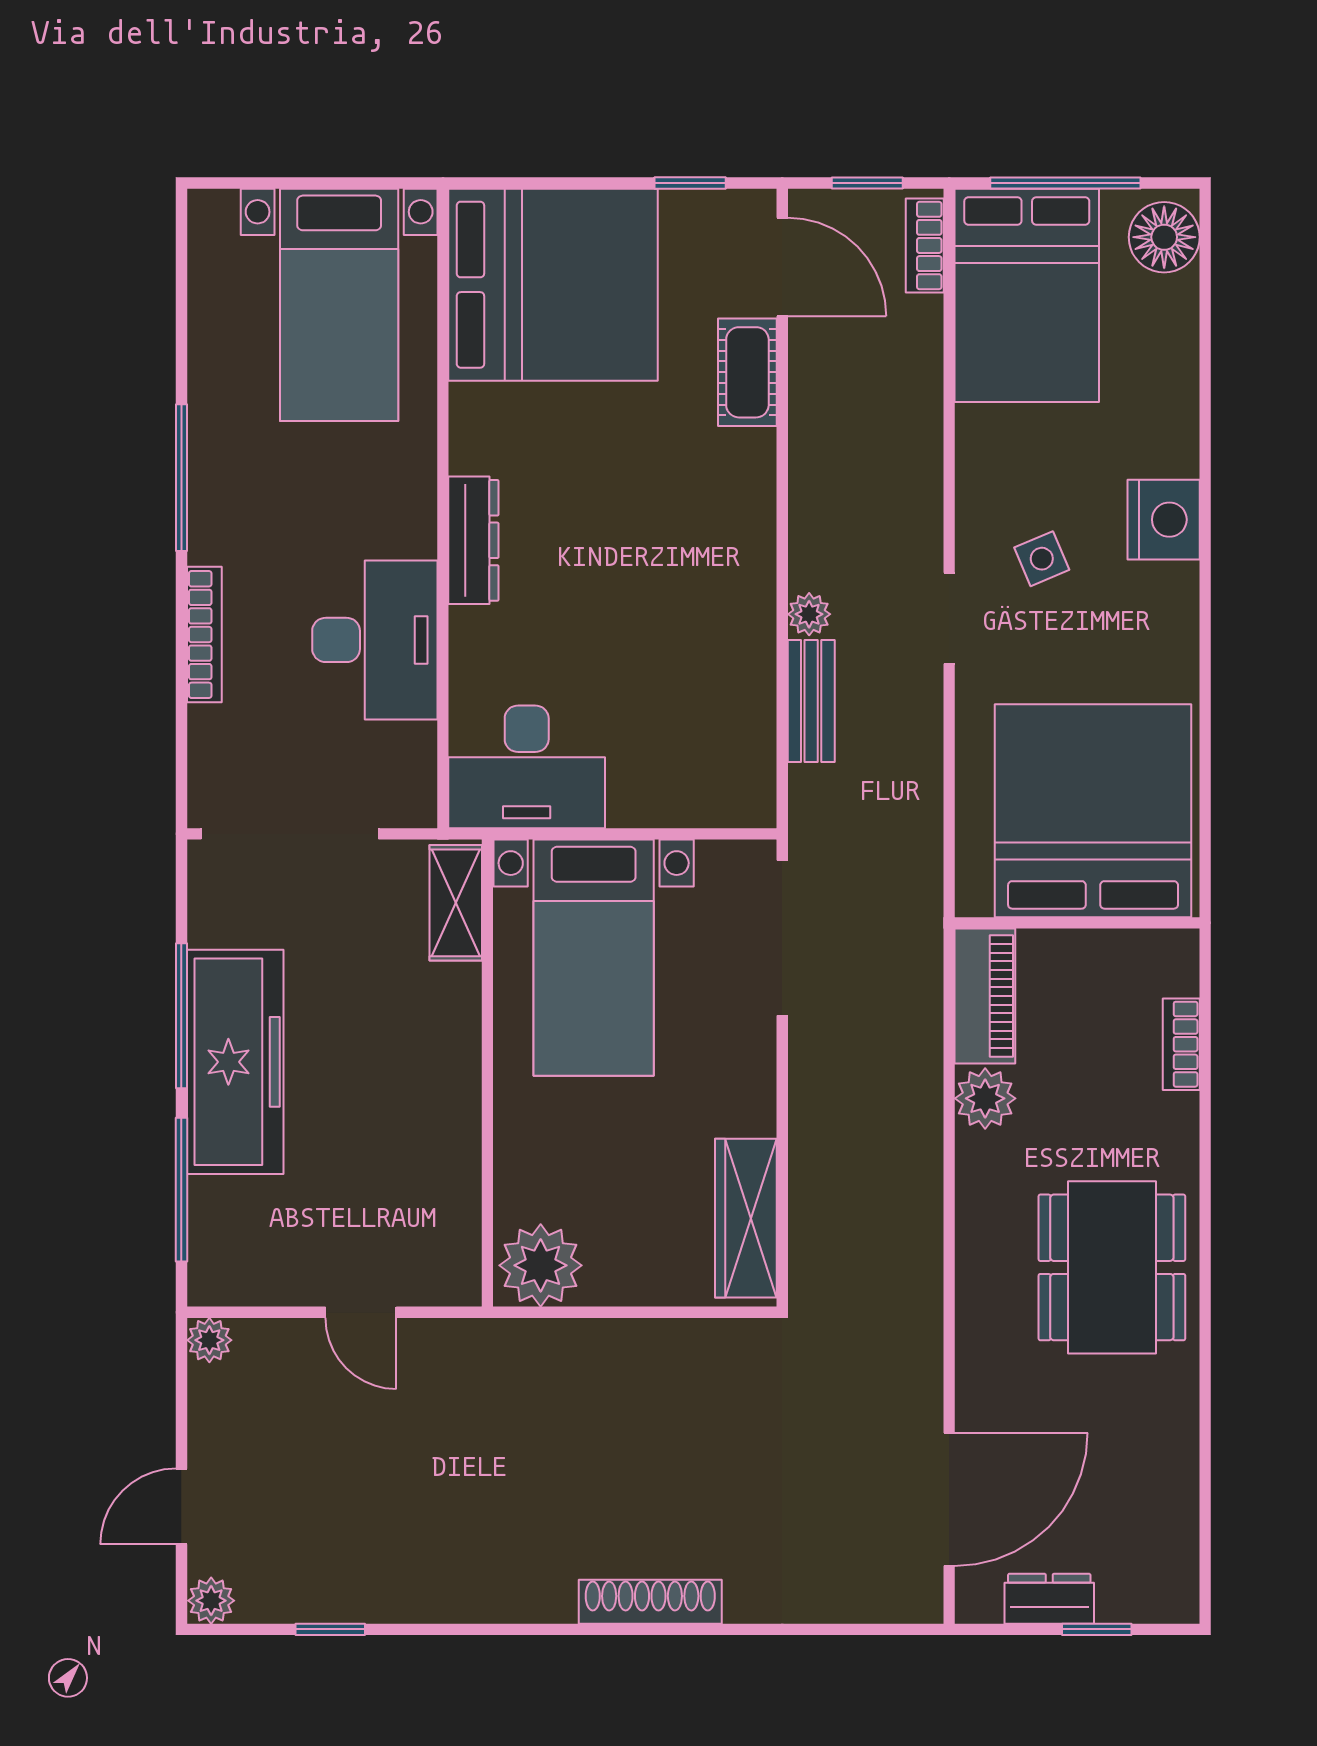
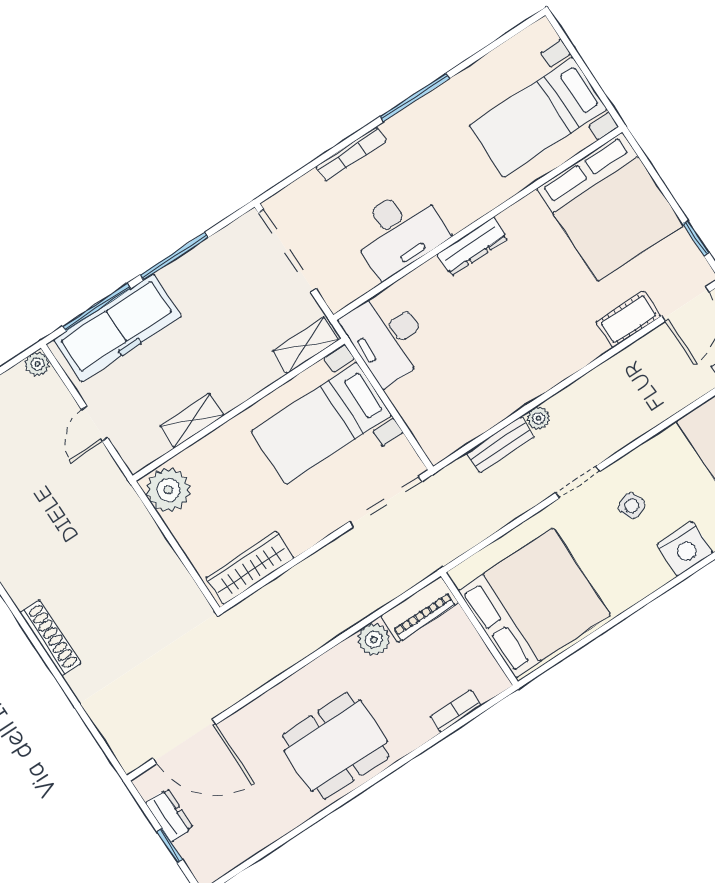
freezer: (235, 1062) -> (117, 328), moved
shelving: (457, 1157) -> (192, 421), added

